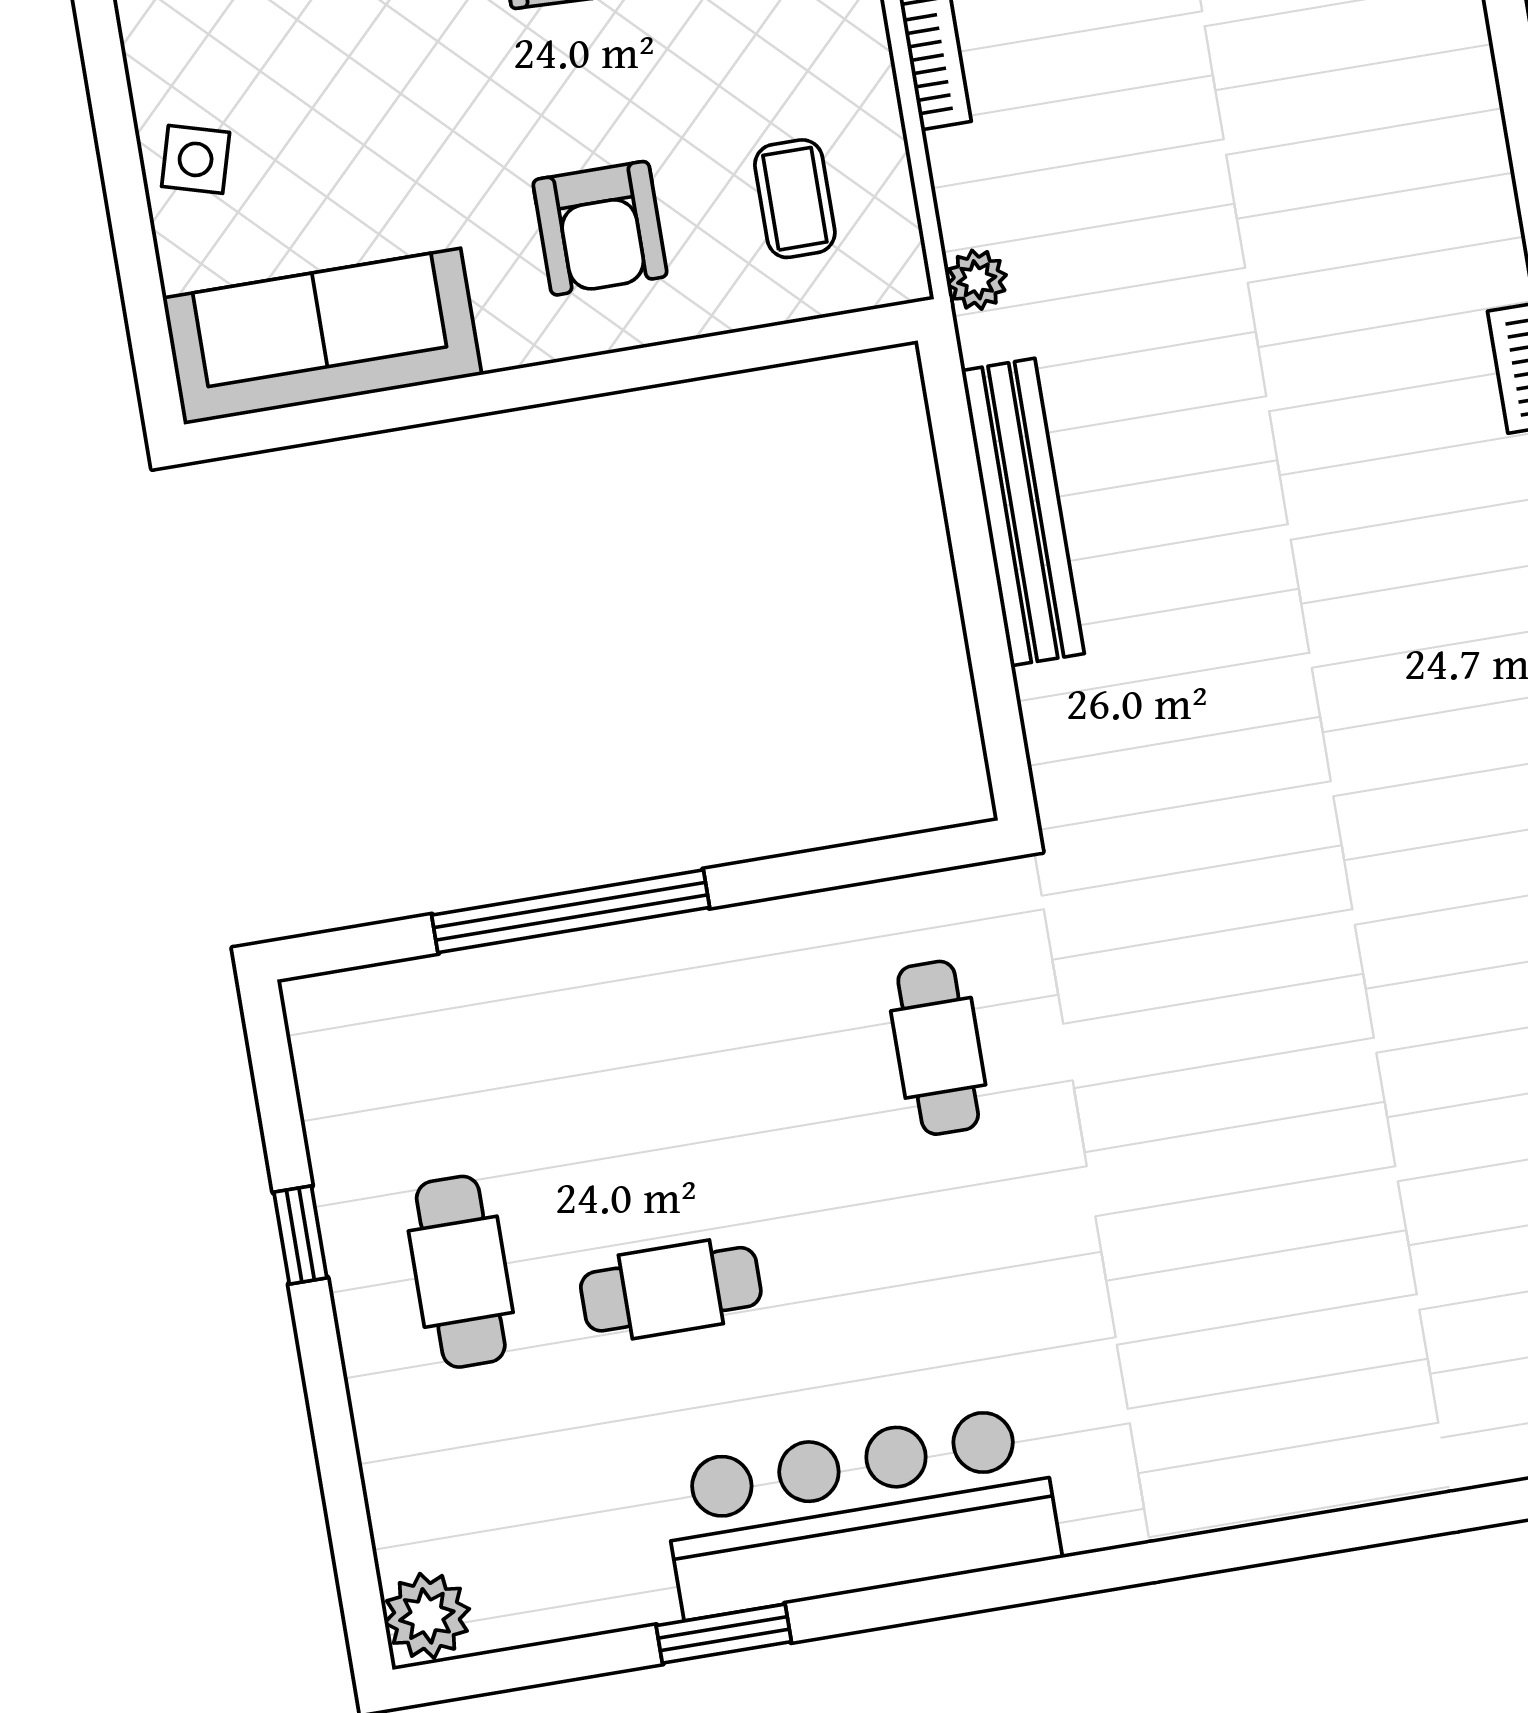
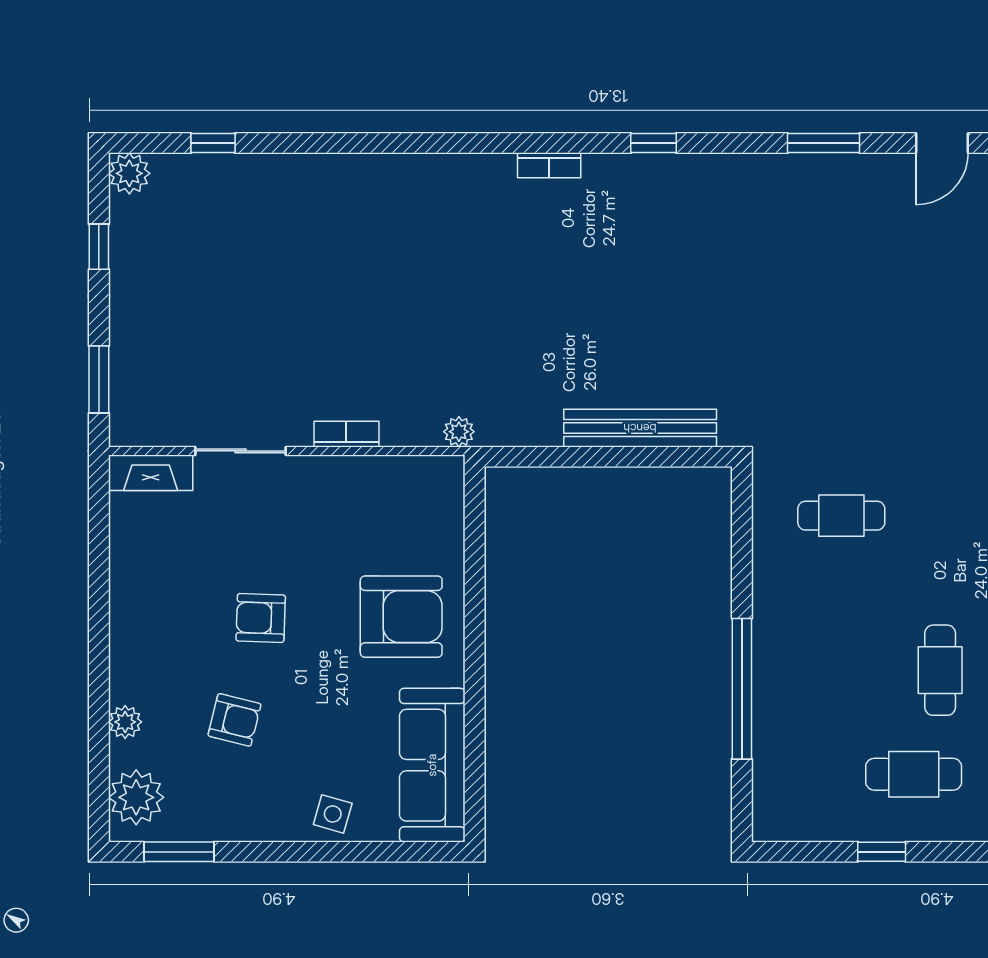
coffee table: (795, 199) -> (403, 516), removed
armchair: (600, 228) -> (401, 617), width x1.36, depth x1.36
bench: (1023, 512) -> (640, 428), moved

